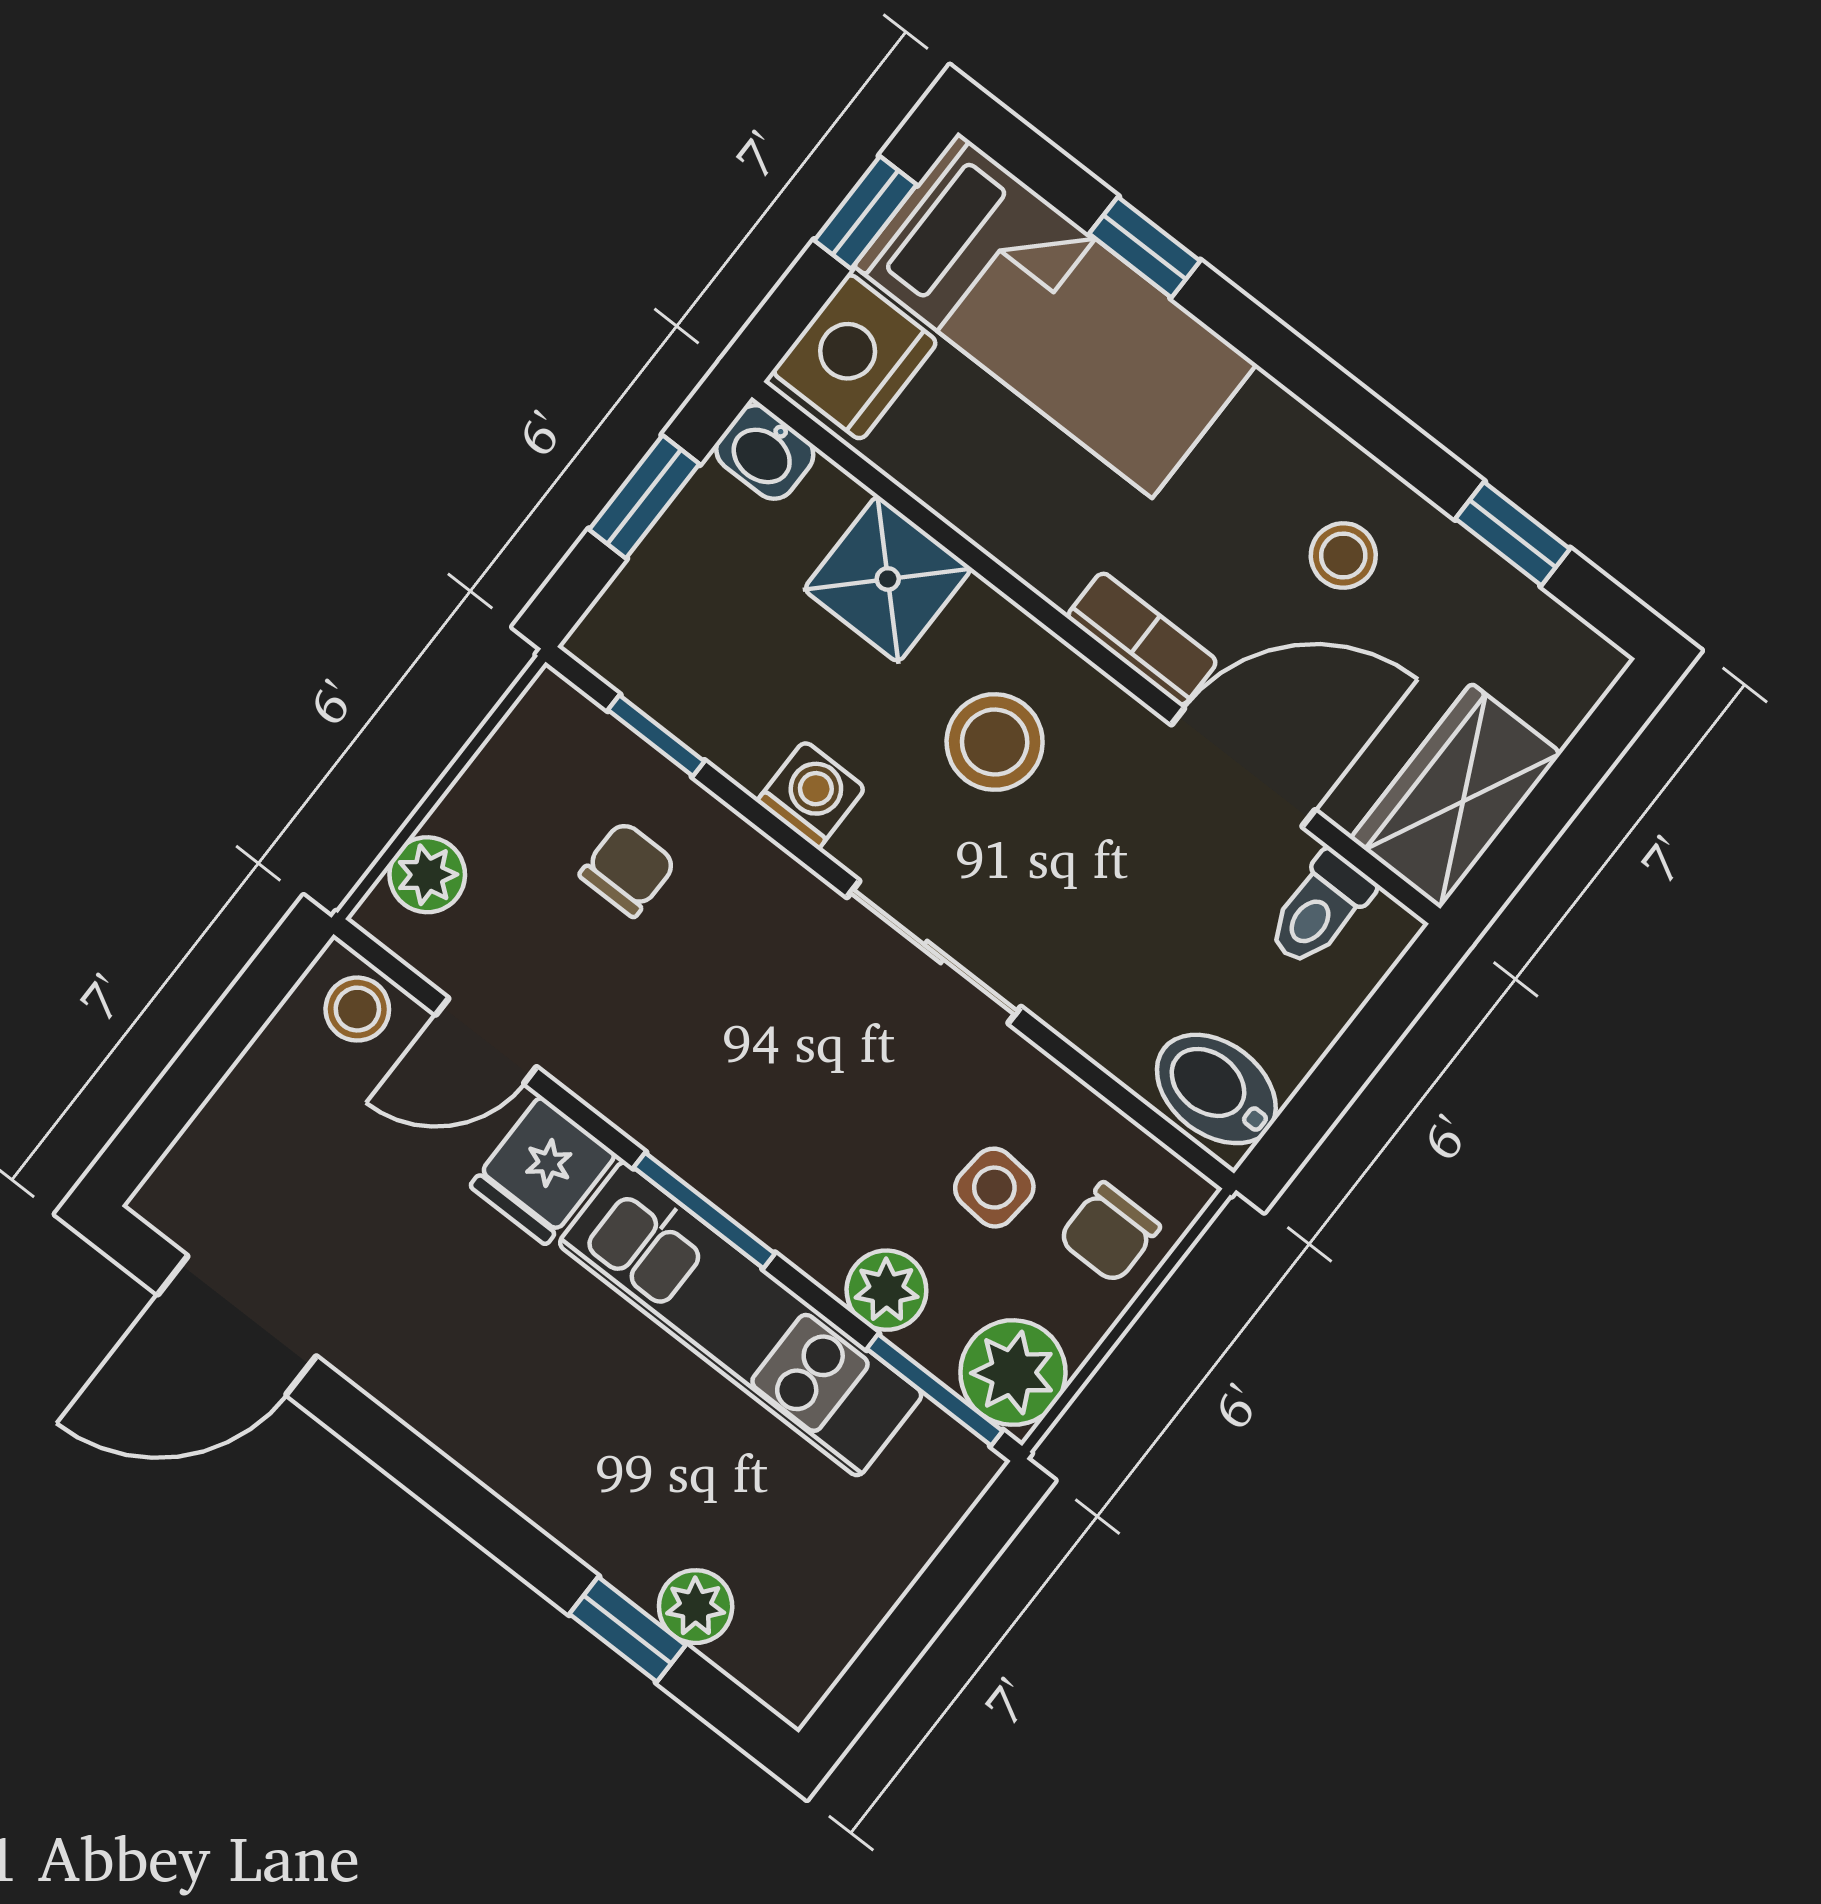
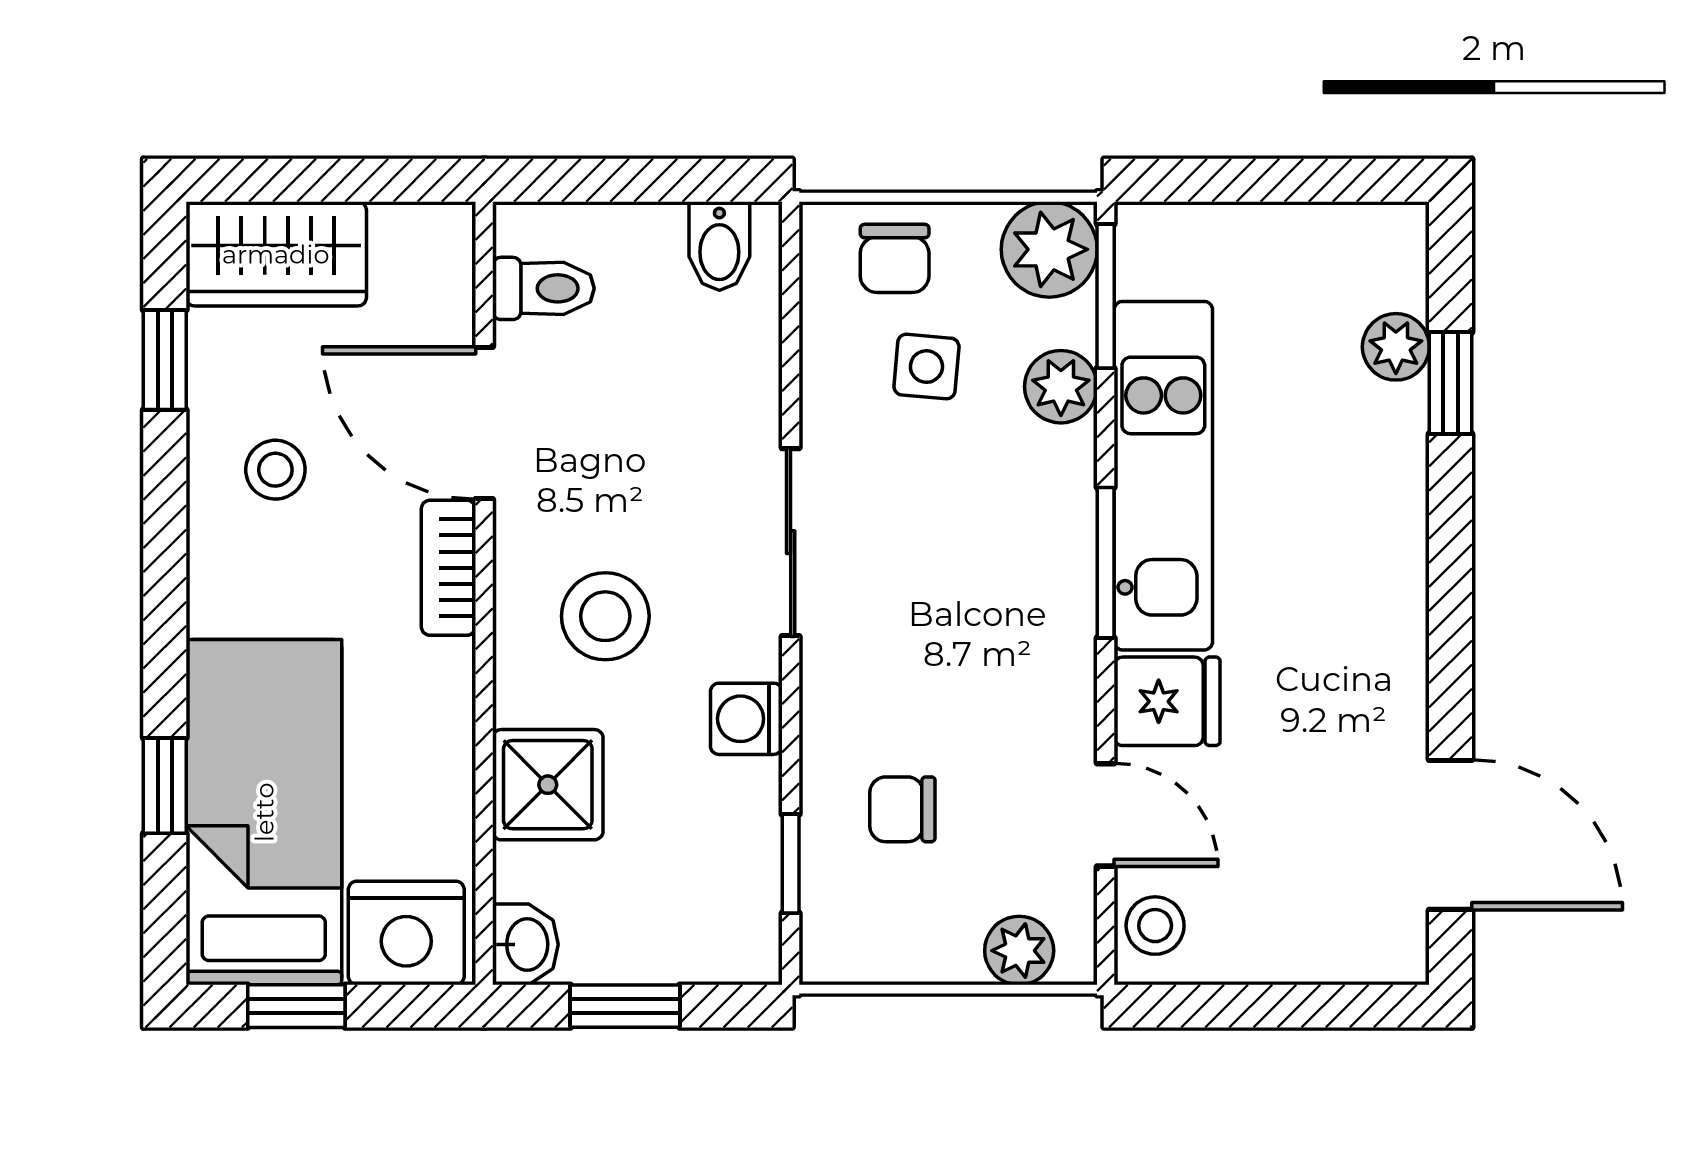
wardrobe: (1456, 796) -> (276, 254), moved
bidet: (1216, 1089) -> (719, 246), width x0.72, depth x0.74
chair: (1109, 1233) -> (895, 258), turned 90

